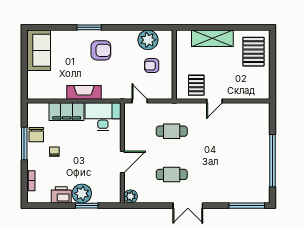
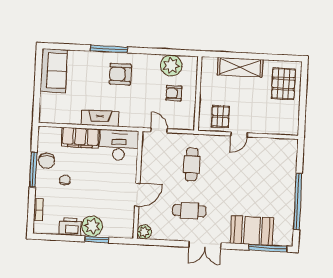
window: (89, 27) -> (109, 49), width x1.44
armchair: (101, 50) -> (120, 74), turned 180
cafe table: (172, 131) -> (192, 164), turned 90
booth: (231, 190) -> (252, 230), added

